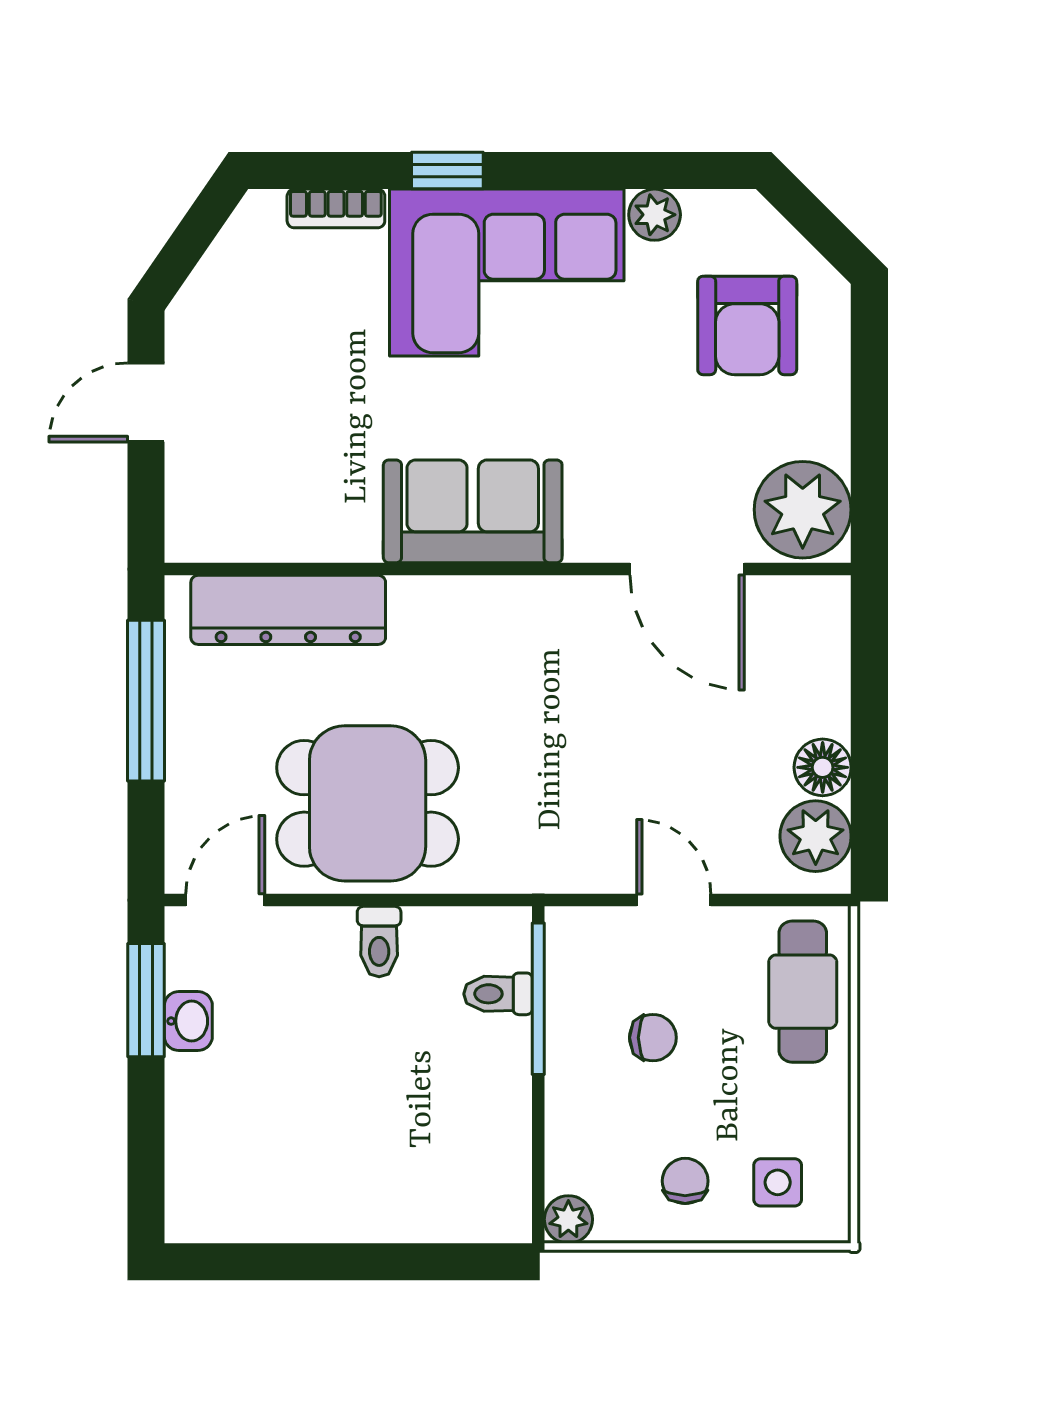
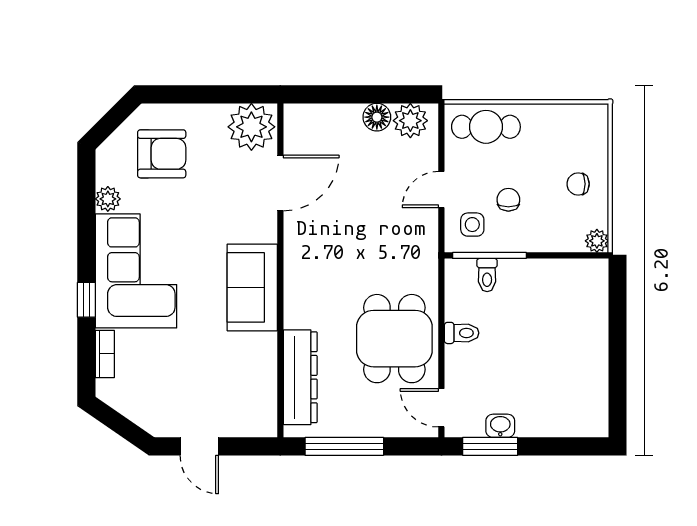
side table: (778, 1182) -> (472, 225), moved

